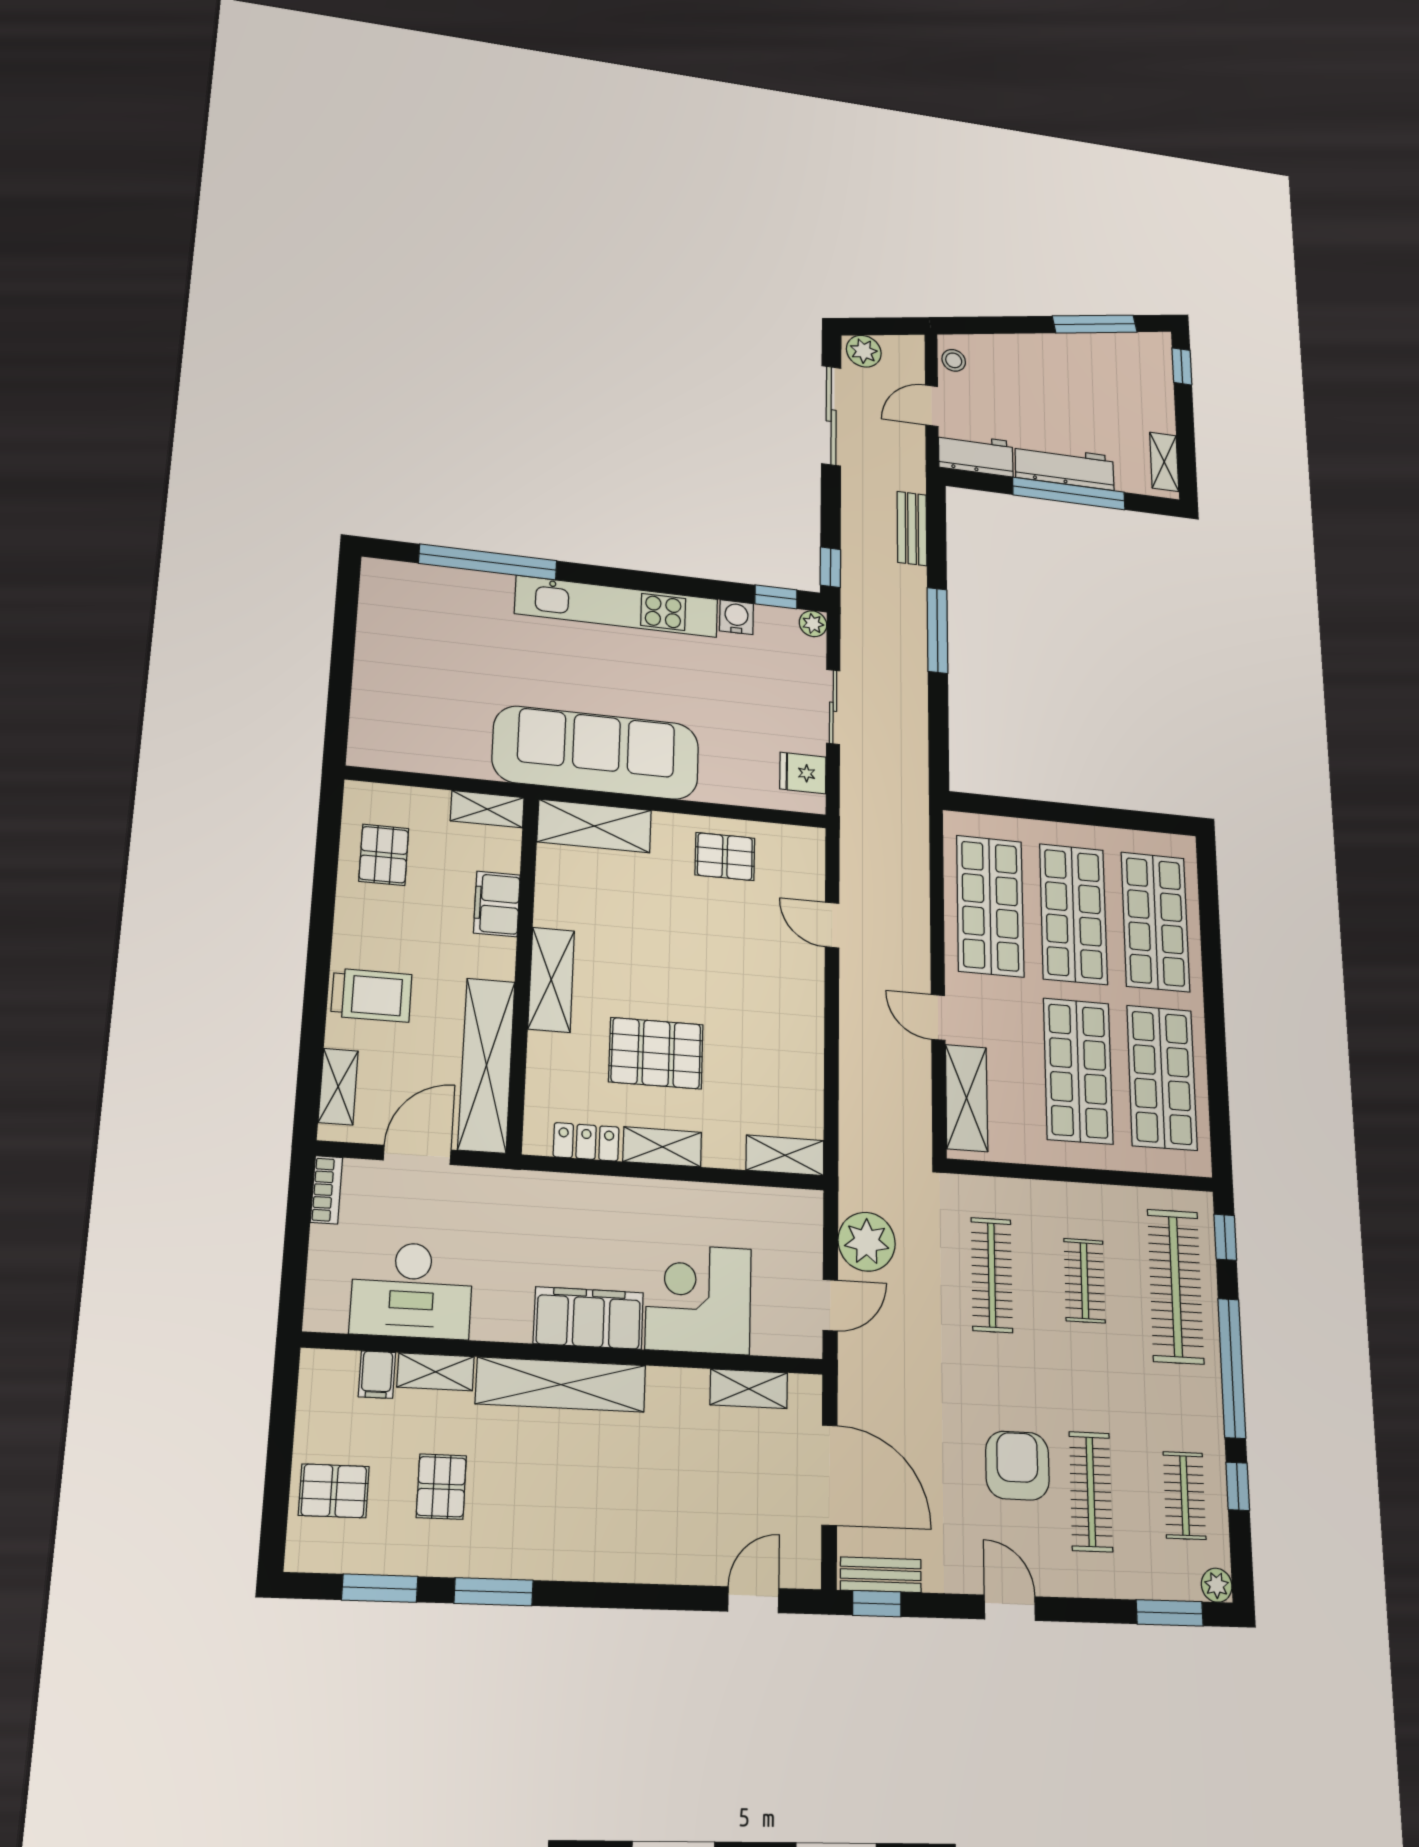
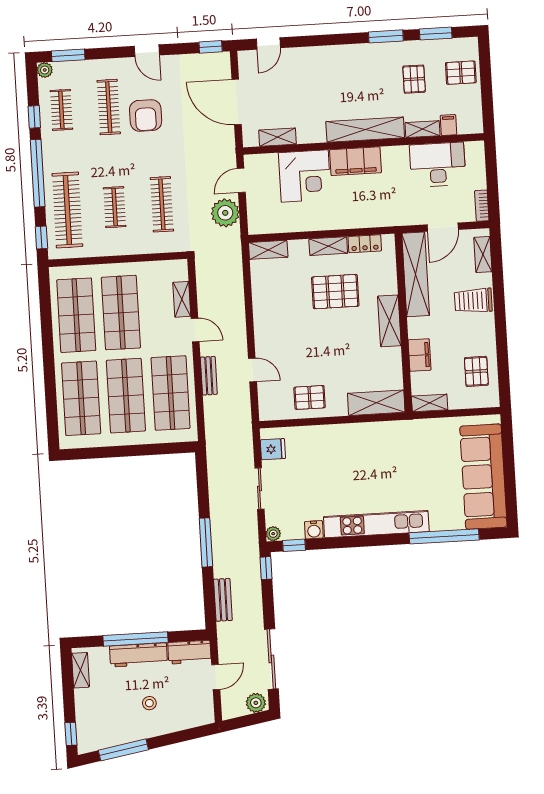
stool: (954, 360) -> (149, 703), moved
sofa: (596, 753) -> (483, 477), moved, turned 90
shelving: (967, 1098) -> (182, 299), width x0.67, depth x0.75
bench: (881, 1575) -> (209, 376), moved, turned 90

